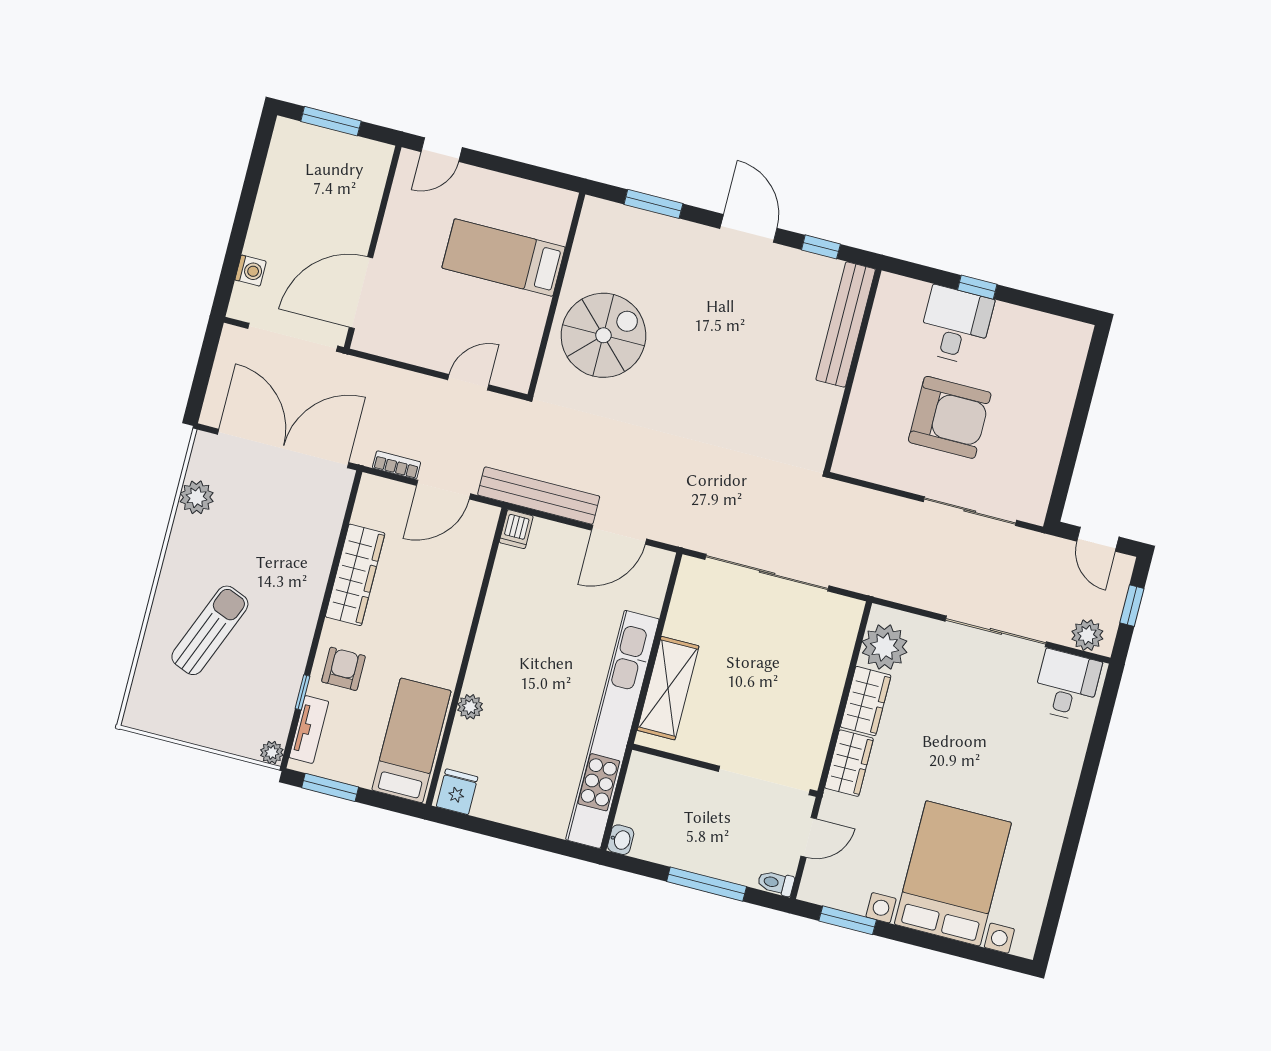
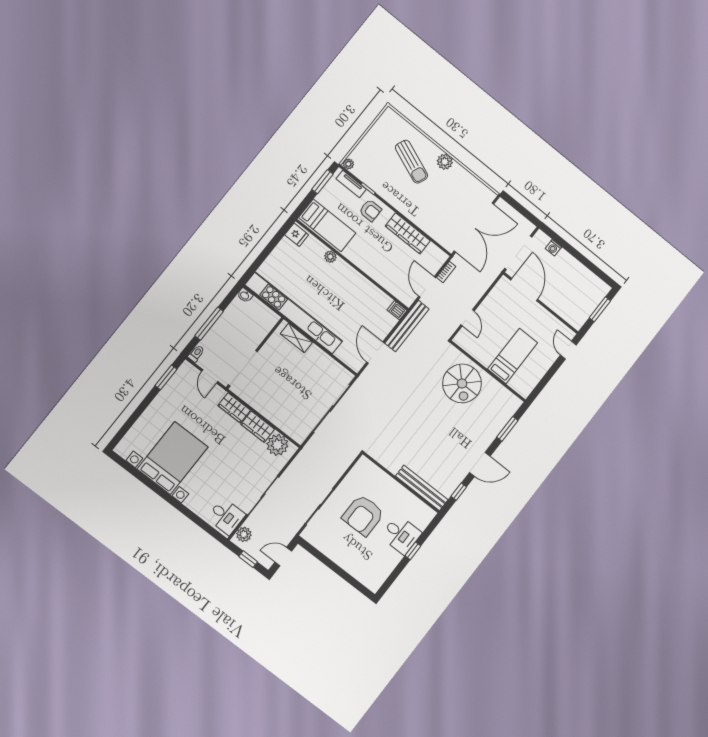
plant: (197, 497) -> (445, 162), moved
shelving: (668, 688) -> (296, 338), width x0.67, depth x0.75
bed with nightstands: (953, 873) -> (173, 458), moved, turned -90

